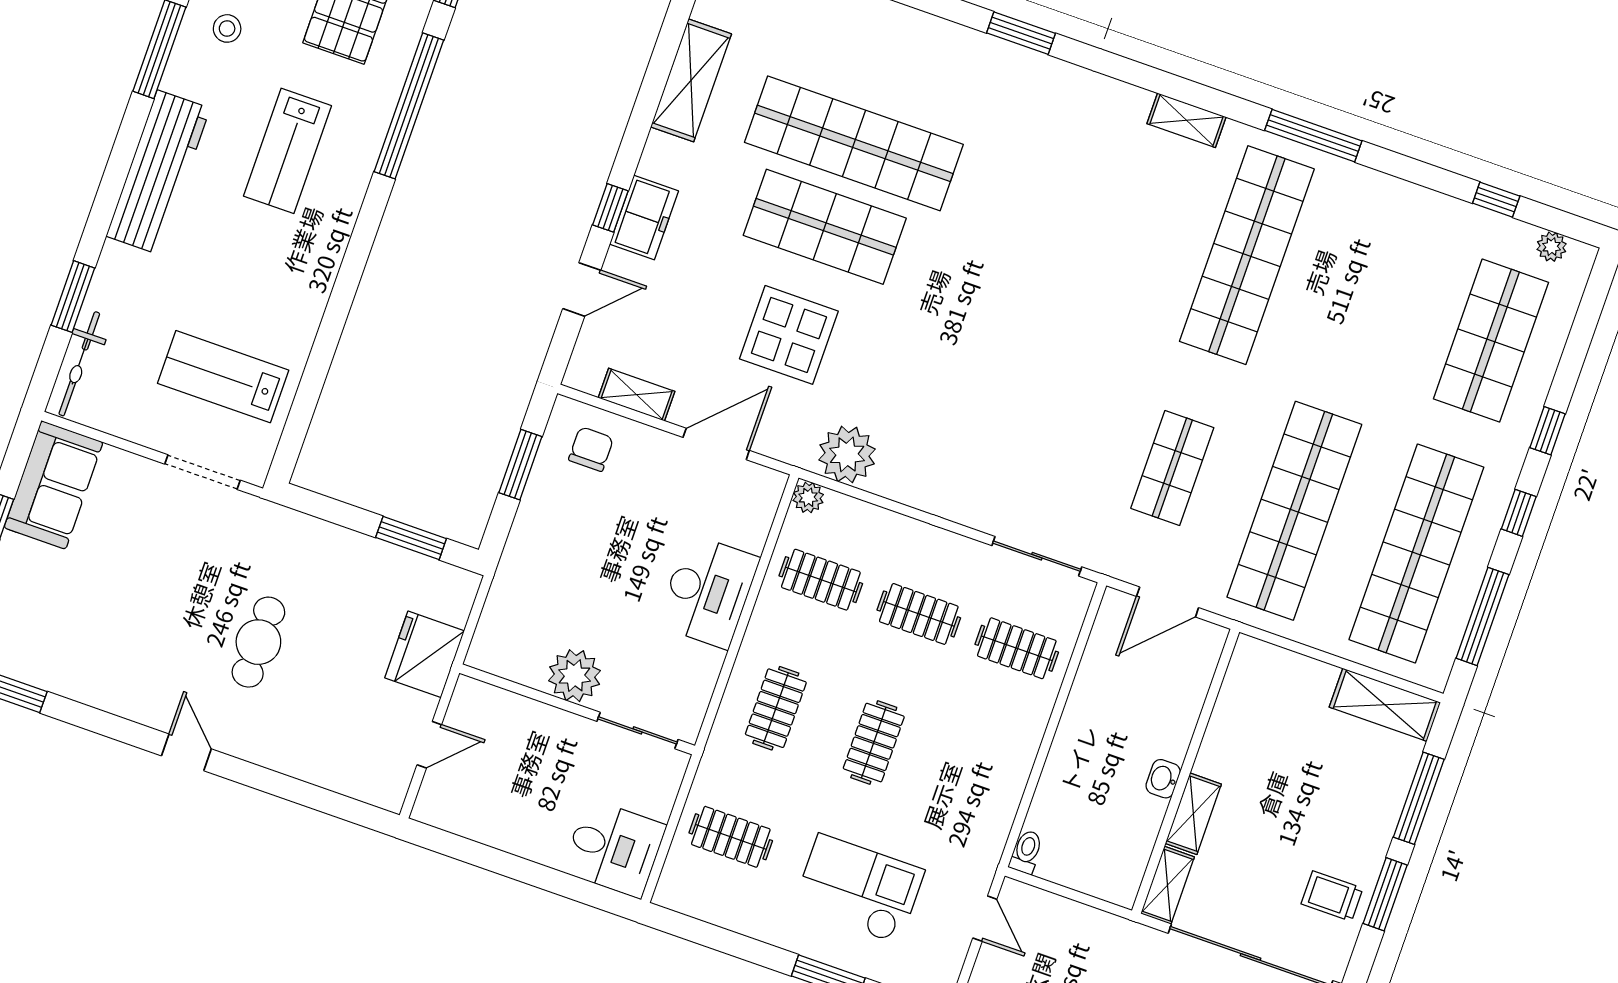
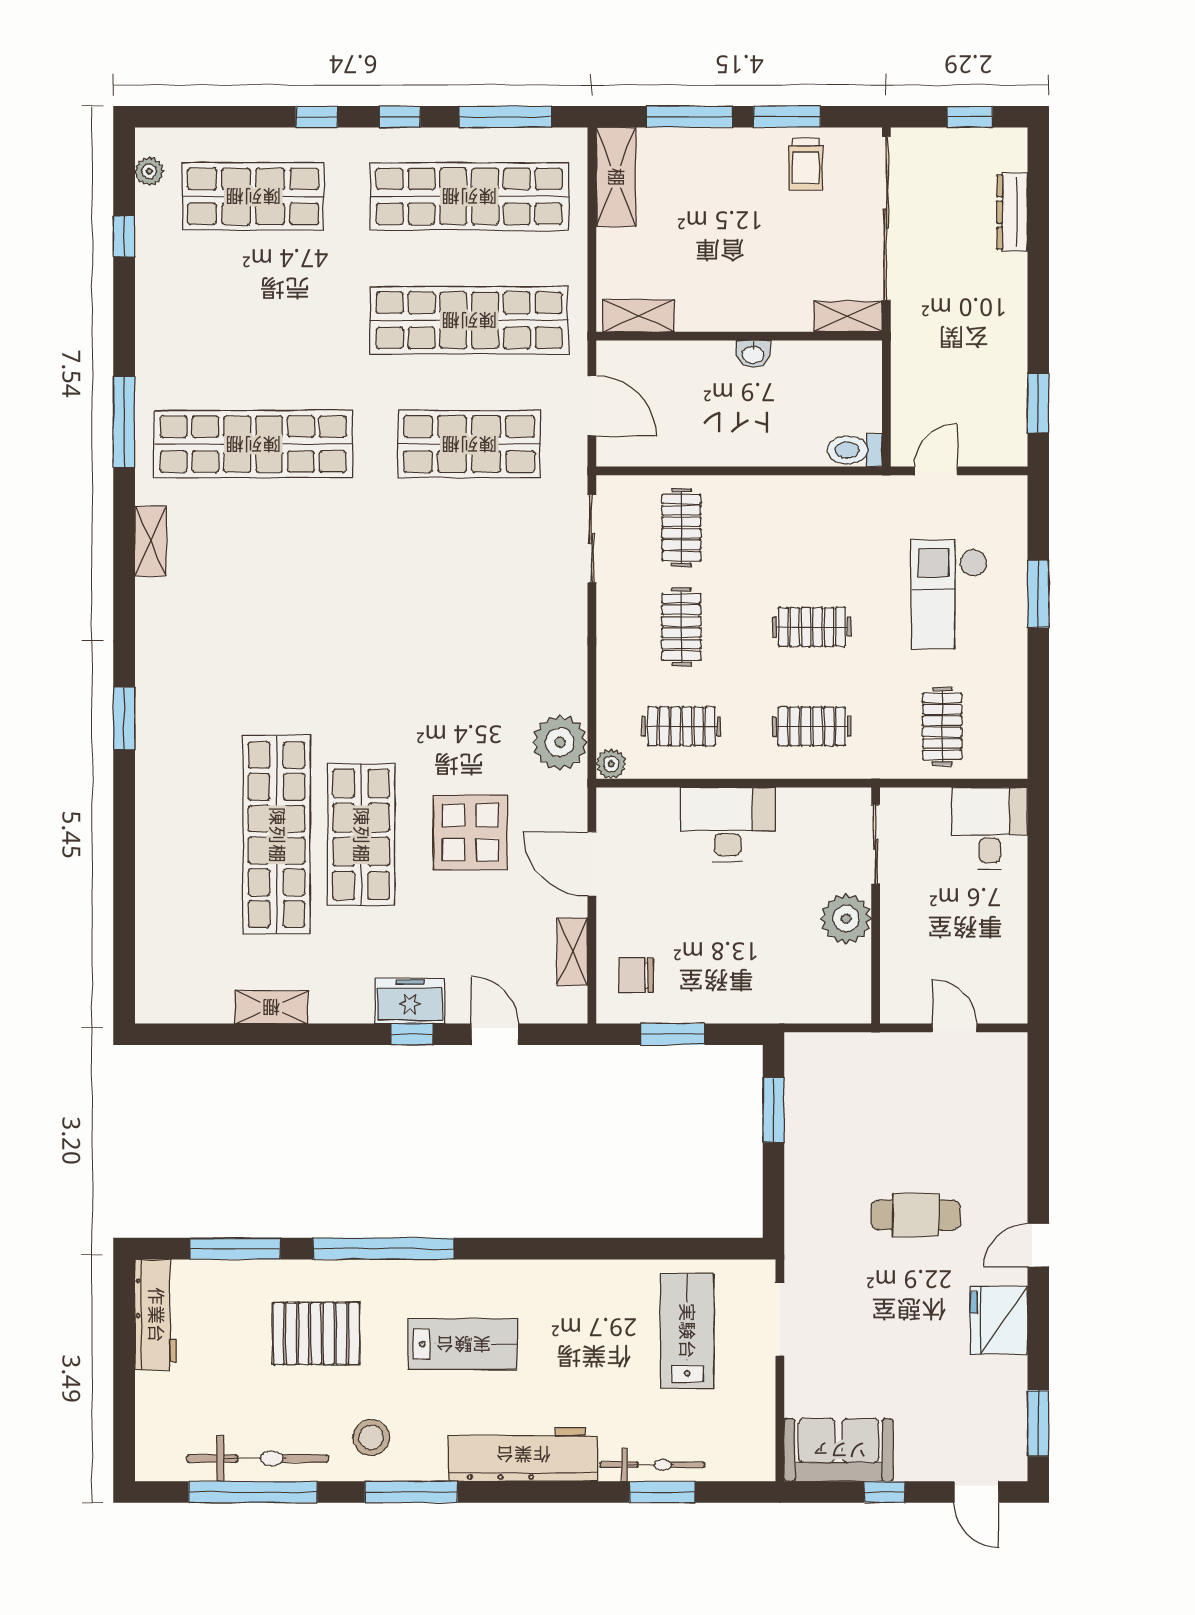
stool: (227, 28) -> (371, 1437), width x1.37, depth x1.37
shelving: (691, 80) -> (271, 1007), width x0.67, depth x0.75
bicycle: (79, 364) -> (652, 1465), moved
lab bench: (223, 377) -> (687, 1331), turned 180
shop shelf: (1172, 468) -> (469, 444), width x1.43, depth x1.36
clothes rail: (821, 580) -> (681, 726), turned 90
fridge: (425, 654) -> (999, 1320), moved, turned 90
shelving: (1193, 814) -> (639, 316), moved
toilet: (1026, 852) -> (855, 450), width x1.37, depth x1.39

